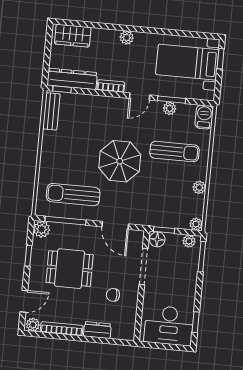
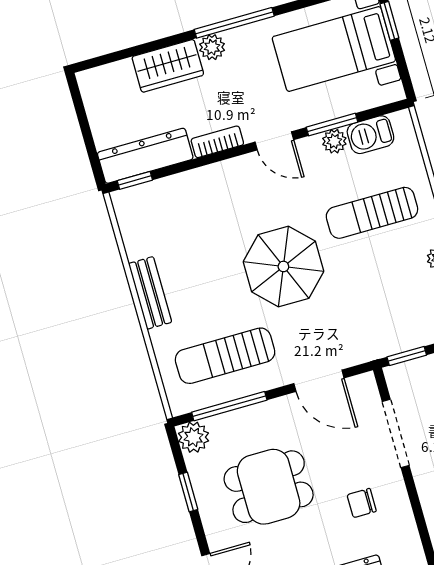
window: (142, 30) -> (234, 23), added
wardrobe: (73, 36) -> (168, 66), moved
door: (140, 97) -> (274, 141), hinge flipped
bench: (51, 111) -> (150, 293), moved
barbecue: (204, 117) -> (370, 135), moved, turned -90
sun lounger: (174, 152) -> (372, 213), turned 180
floor lamp: (157, 239) -> (401, 377), removed

